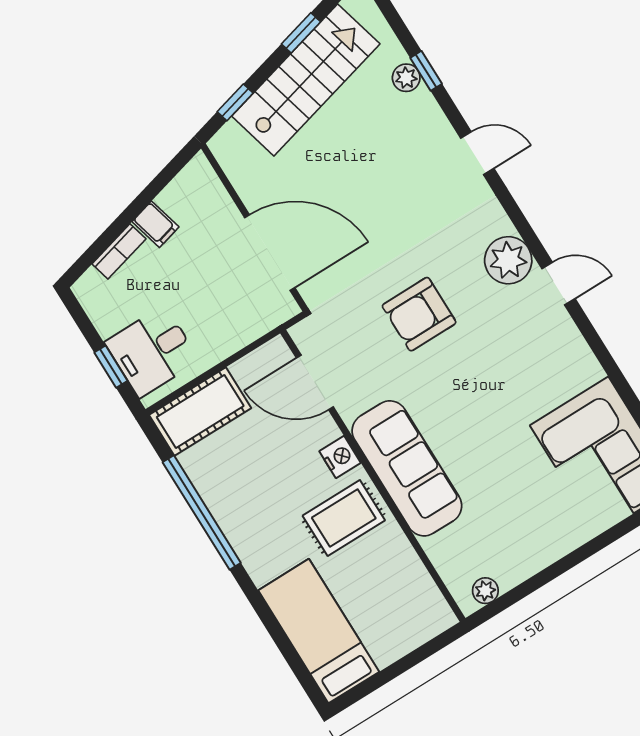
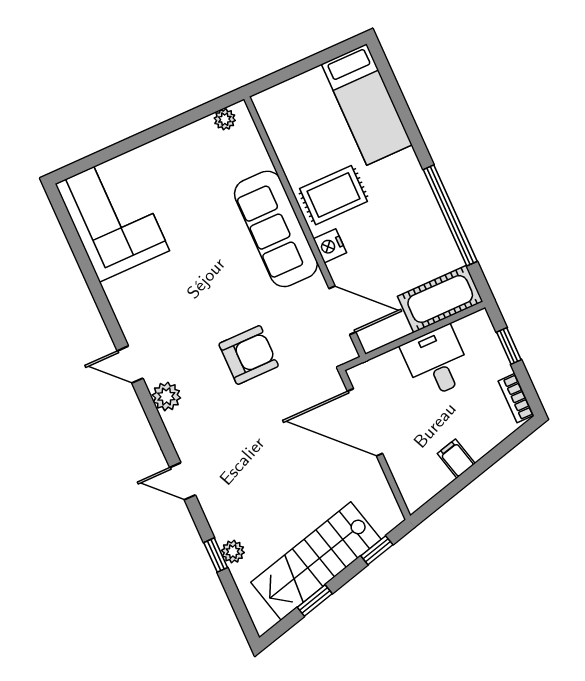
bookcase: (119, 251) -> (516, 398), moved, turned -75
plant: (508, 260) -> (166, 396), width x0.73, depth x0.73
desk: (152, 352) -> (437, 362), moved, turned -90

